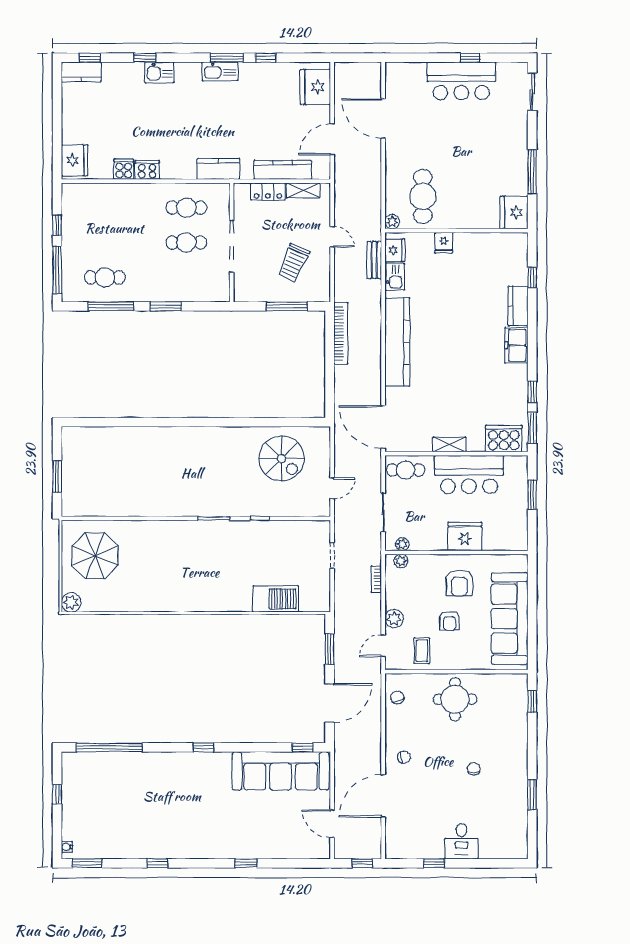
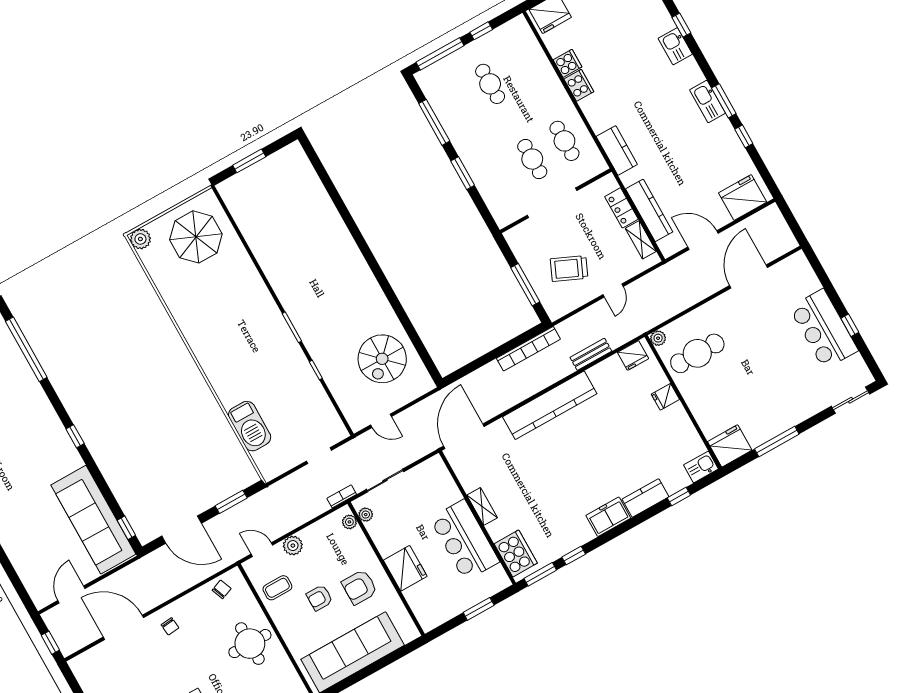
bench: (374, 260) -> (591, 354), moved
cafe table: (105, 277) -> (490, 84), moved
kitchen sink: (395, 277) -> (701, 467), moved, turned 180
cafe table: (406, 470) -> (436, 479), removed
bookcase: (376, 579) -> (342, 496), moved

